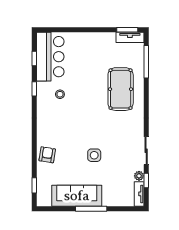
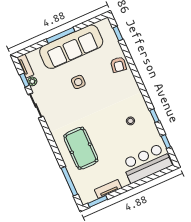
tv unit: (130, 37) -> (108, 189), moved
bar counter: (50, 57) -> (147, 163), moved, turned 90
sofa: (77, 196) -> (71, 47), width x1.36, depth x1.27

